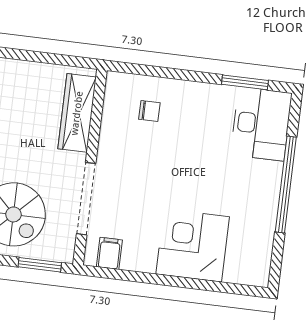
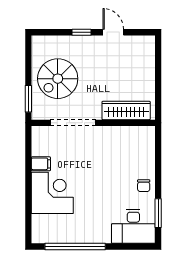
chair: (149, 111) -> (144, 186), moved
window: (286, 185) -> (75, 246), moved
filing cabinet: (109, 253) -> (41, 164), moved

